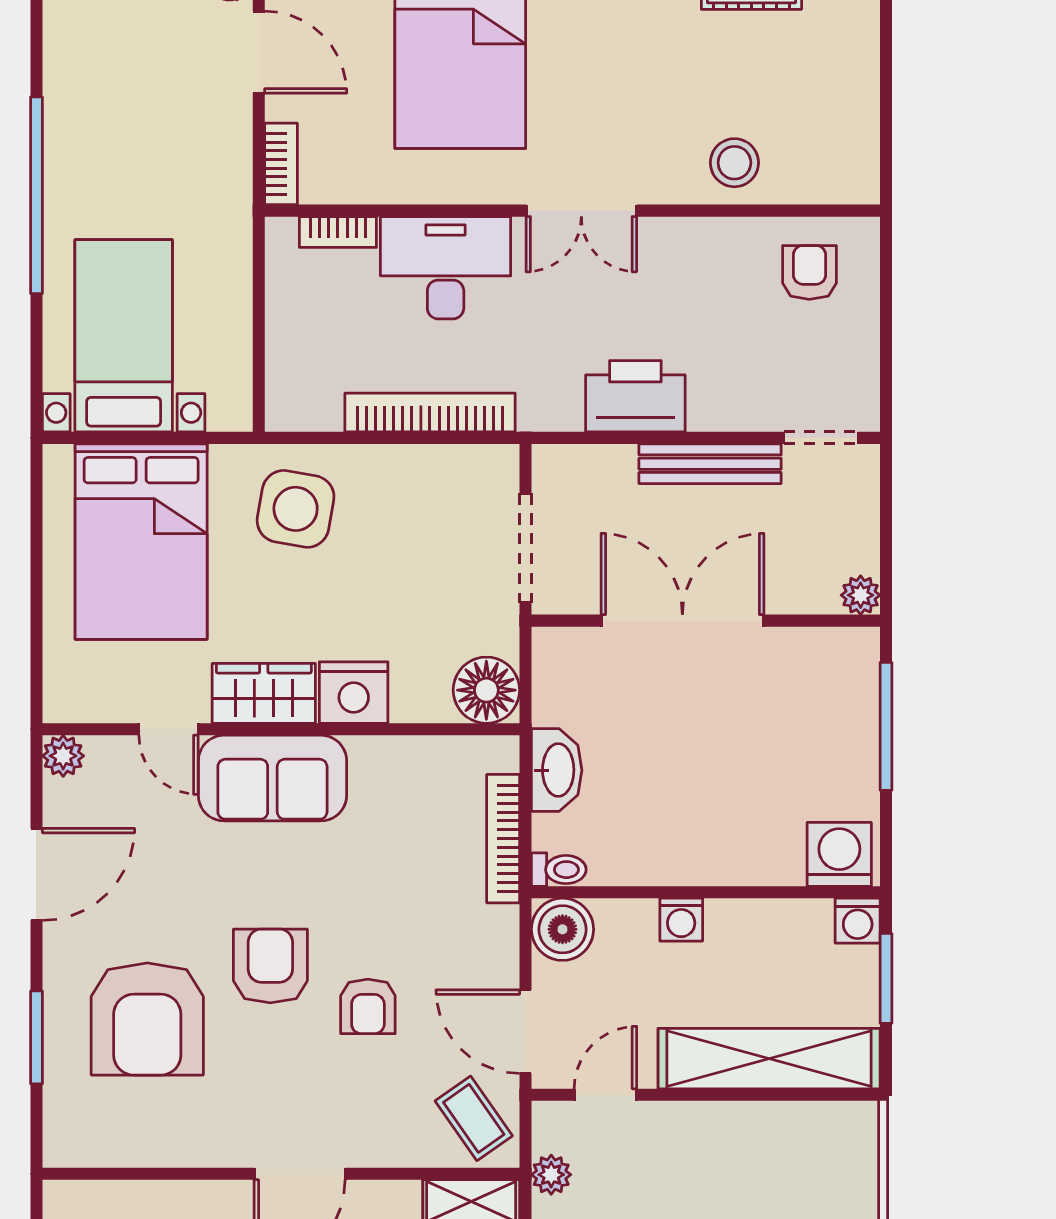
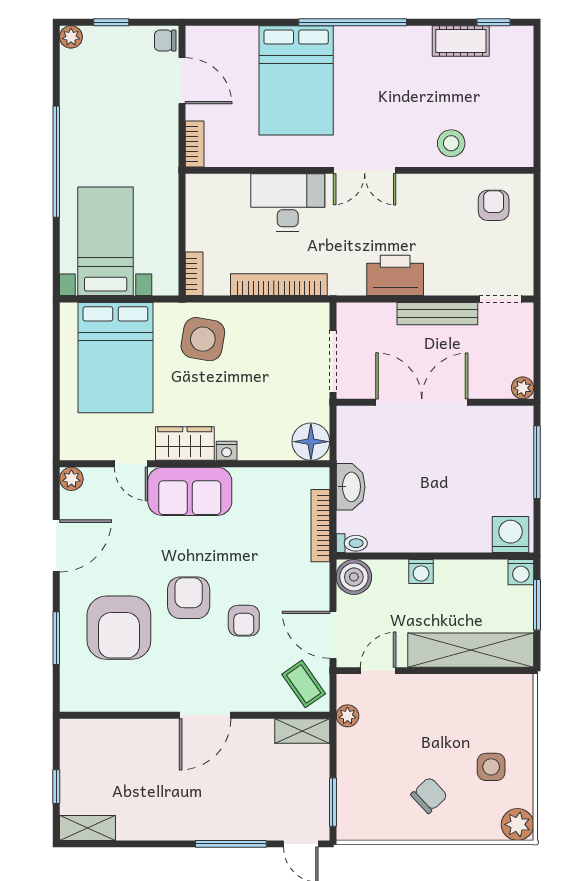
bookcase: (338, 232) -> (194, 274), moved, turned -90
nightstand: (354, 693) -> (227, 451), width x0.53, depth x0.56

